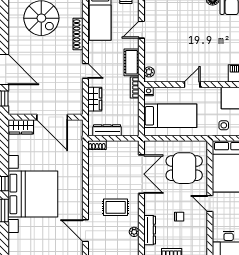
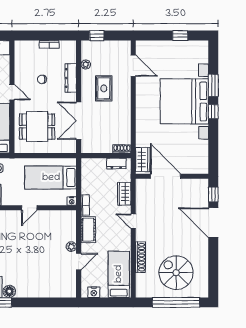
plant: (149, 72) -> (71, 247), moved
wardrobe: (21, 127) -> (143, 159), moved, turned 90
dresser: (107, 130) -> (116, 163), width x0.70
rug: (116, 207) -> (104, 88), turned 90
dresser: (150, 230) -> (71, 78), moved

